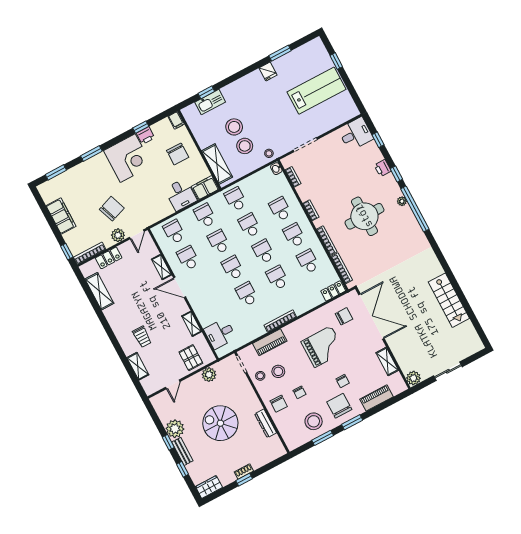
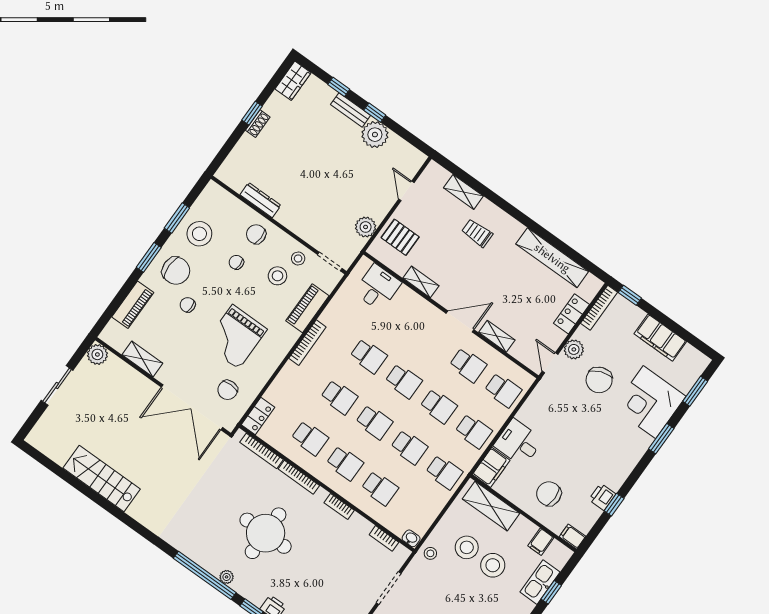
filing cabinet: (197, 127) -> (541, 542), added
corner desk: (128, 158) -> (649, 402), moved
shelving: (99, 291) -> (552, 258), width x1.47
spiral stairs: (220, 423) -> (319, 171), removed

